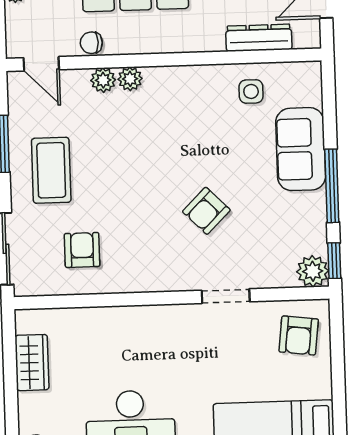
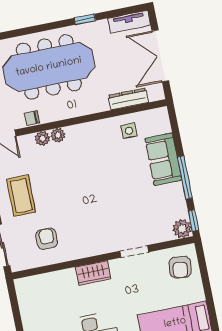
armchair: (206, 211) -> (115, 204), removed
wardrobe: (32, 363) -> (93, 273), moved, turned 90

